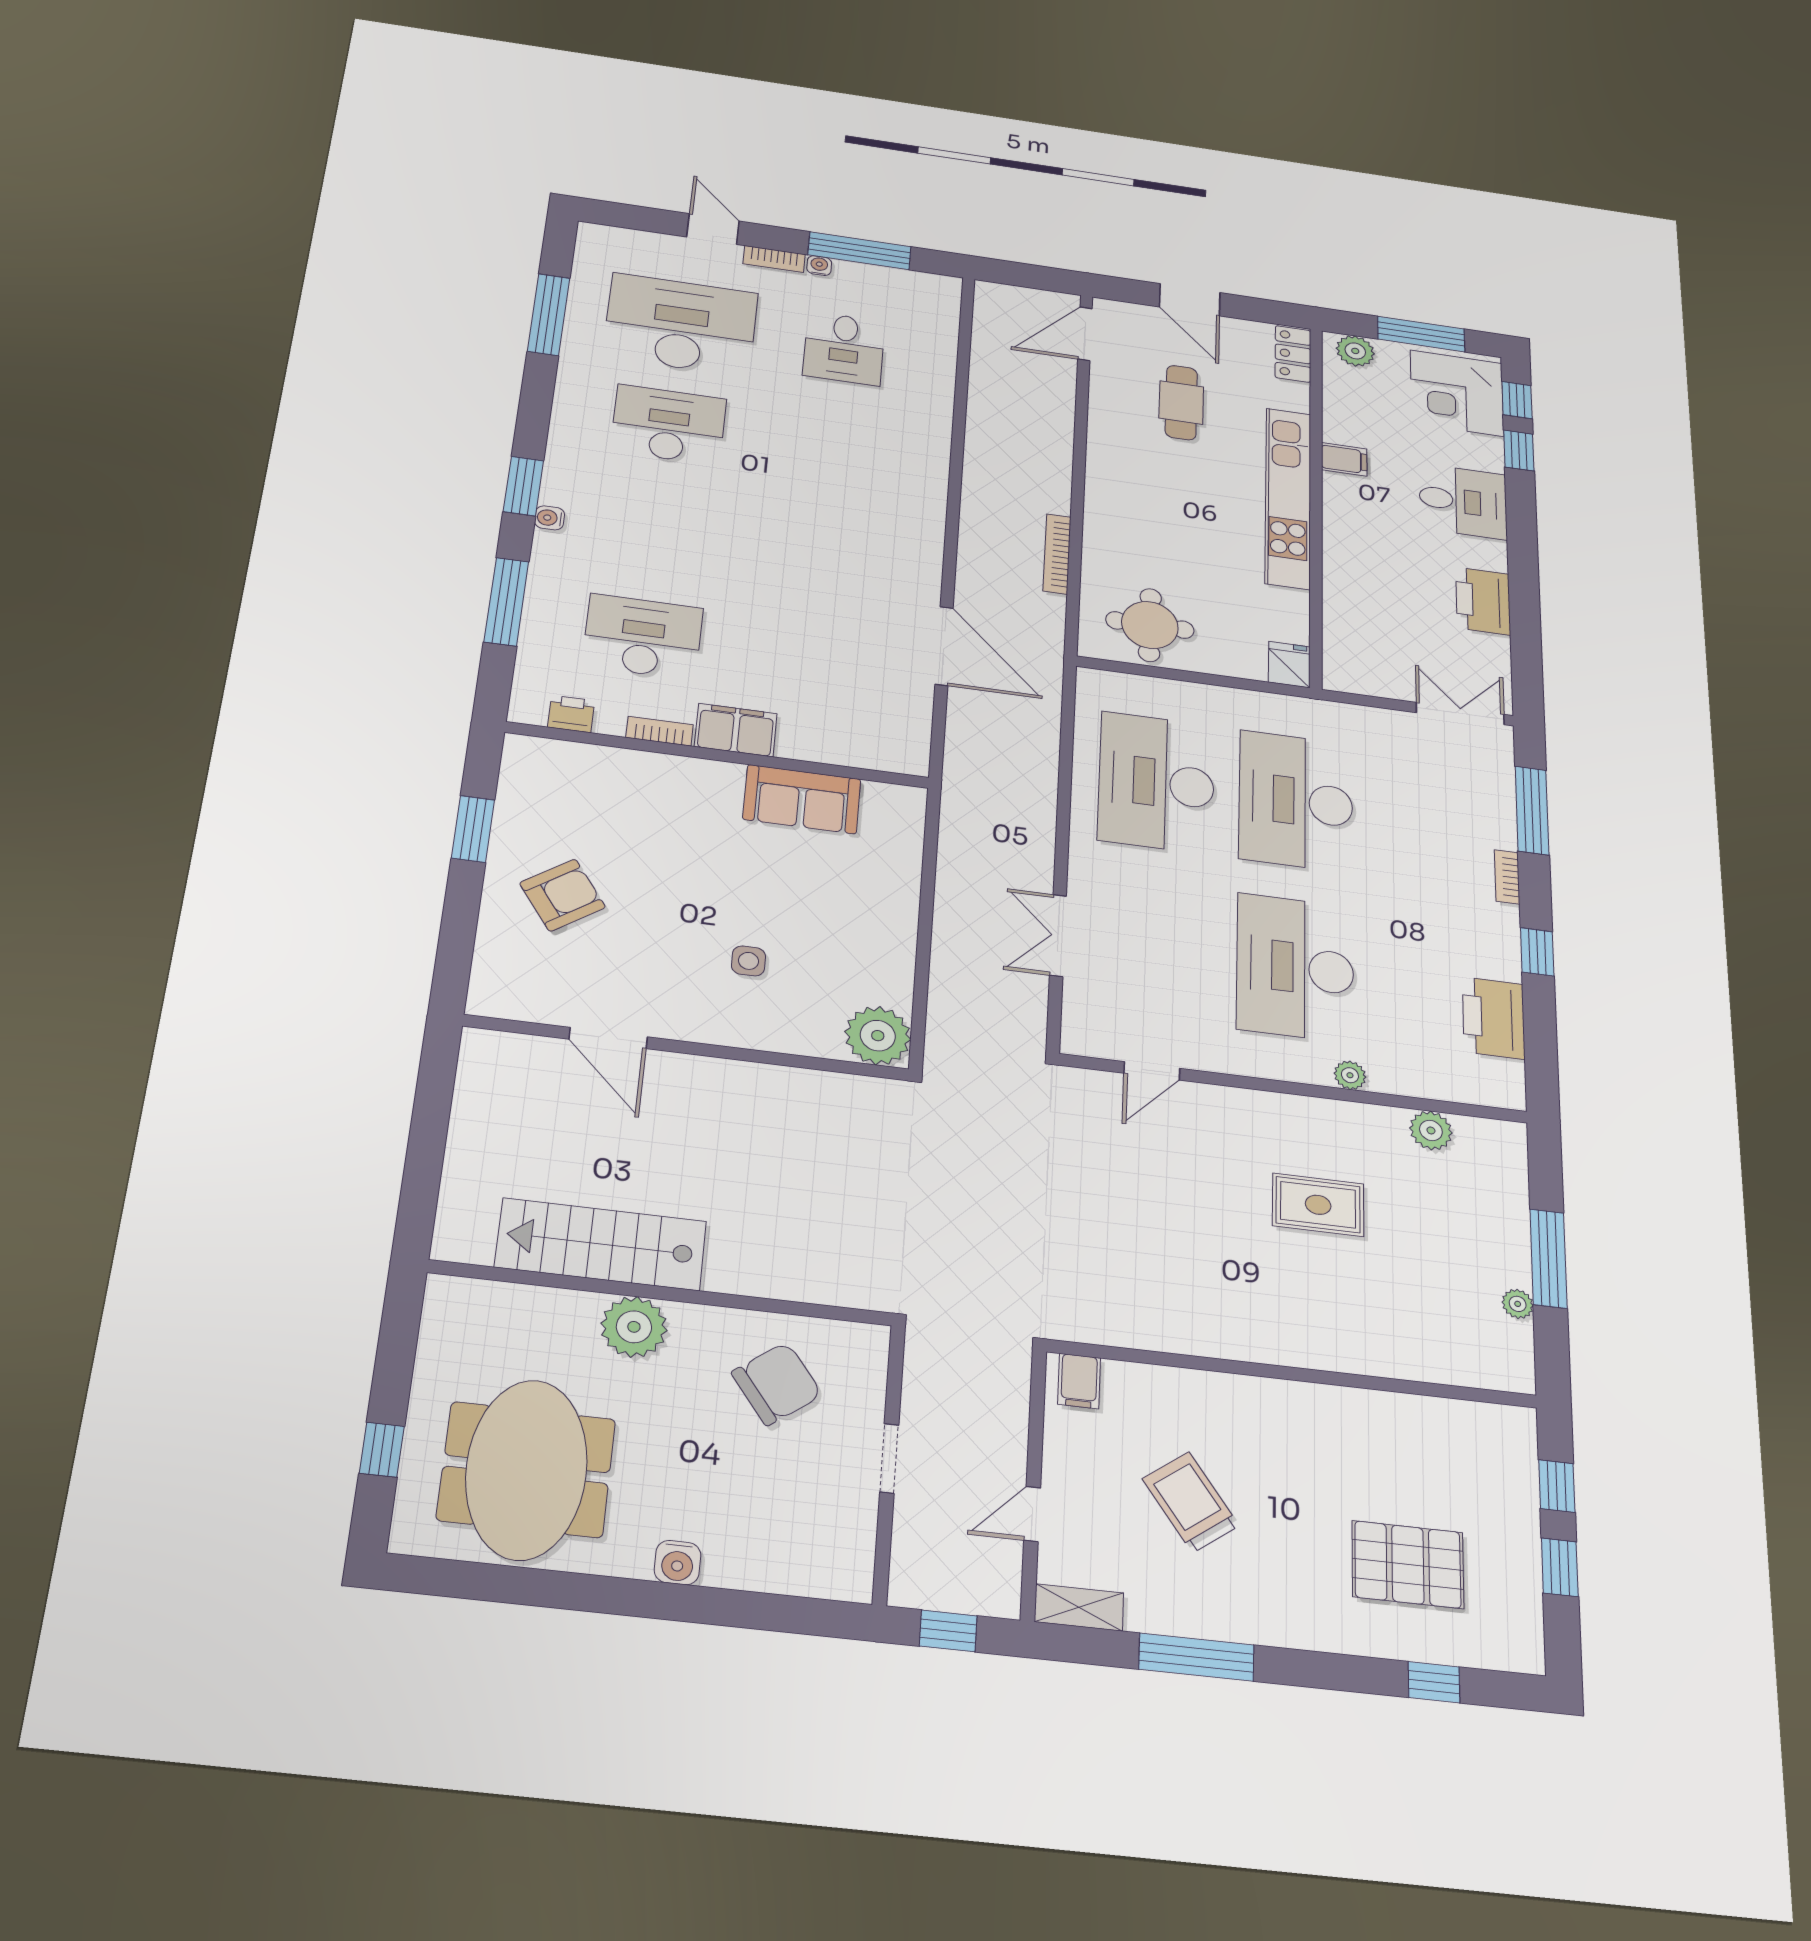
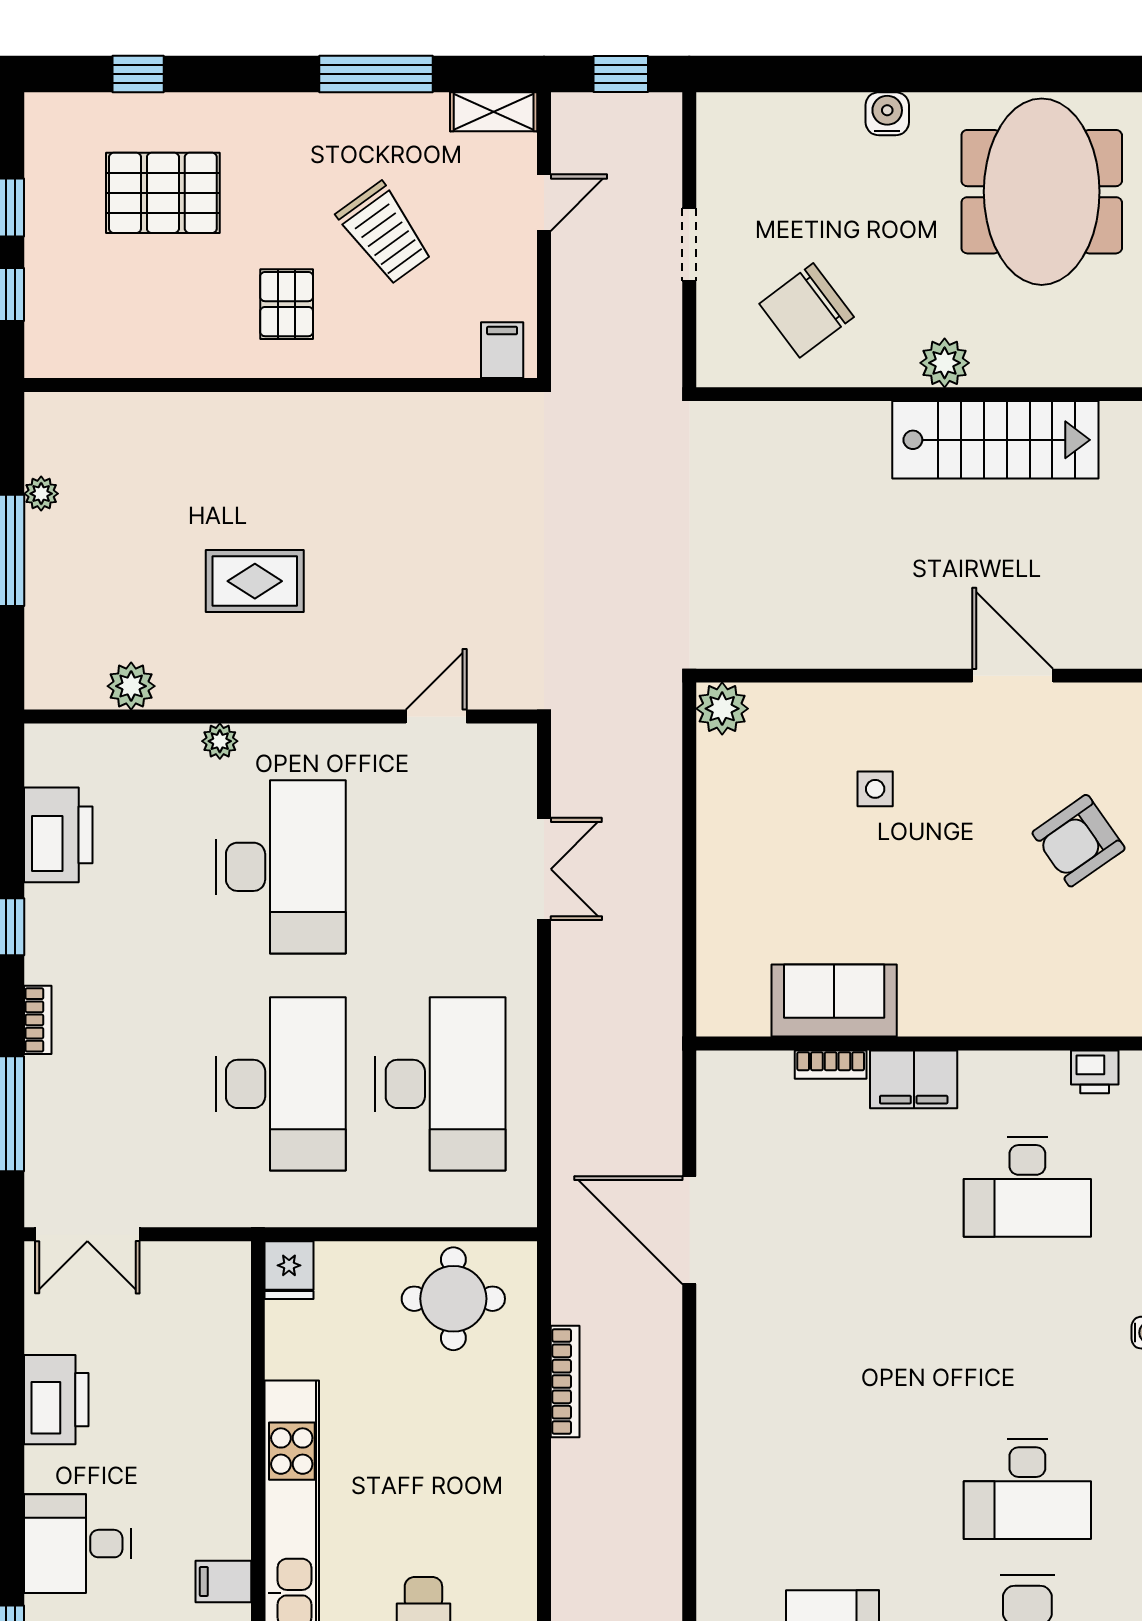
bookcase: (660, 731) -> (831, 1065), moved
plant: (878, 1036) -> (722, 709), width x0.73, depth x0.73
plant: (634, 1327) -> (945, 363), width x0.73, depth x0.73
pallet: (1287, 1447) -> (287, 304), added

